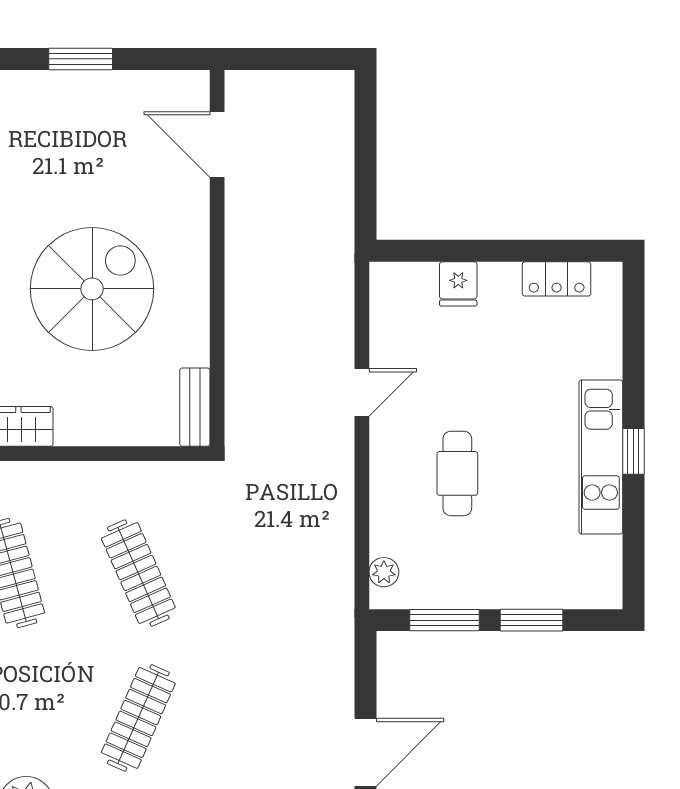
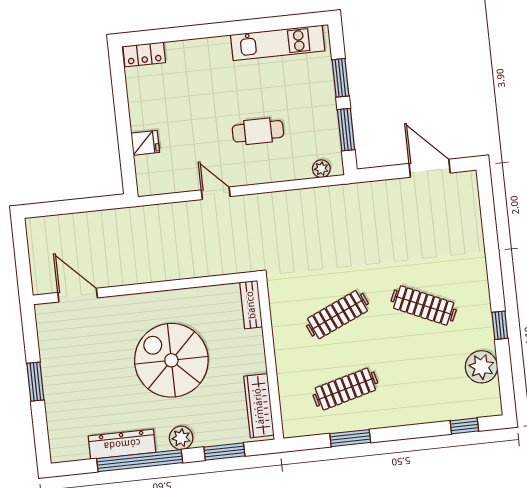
door: (217, 145) -> (78, 295), swing flipped
locker: (557, 279) -> (144, 54), moved, turned 90
bench: (195, 407) -> (251, 305), moved, turned 90
window: (633, 451) -> (234, 28), removed
kitchen unit: (601, 457) -> (278, 43), moved

